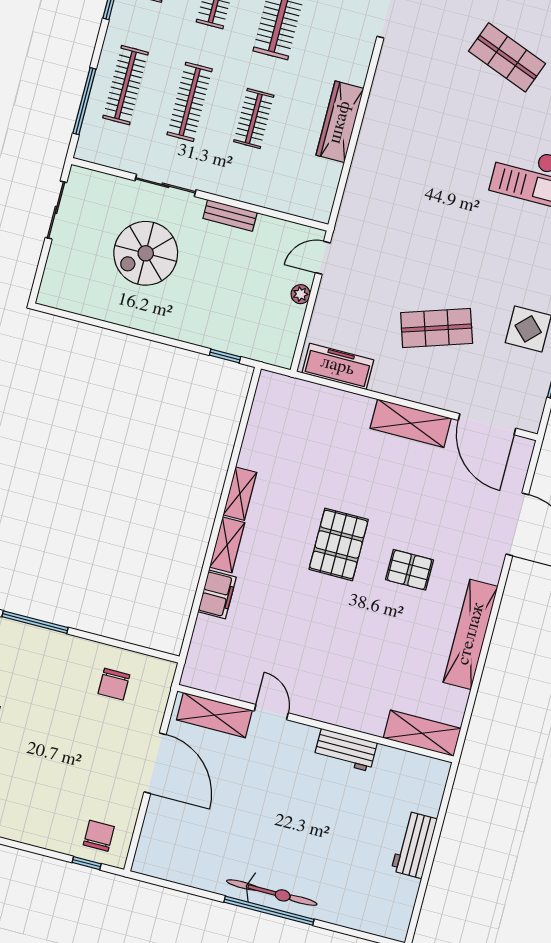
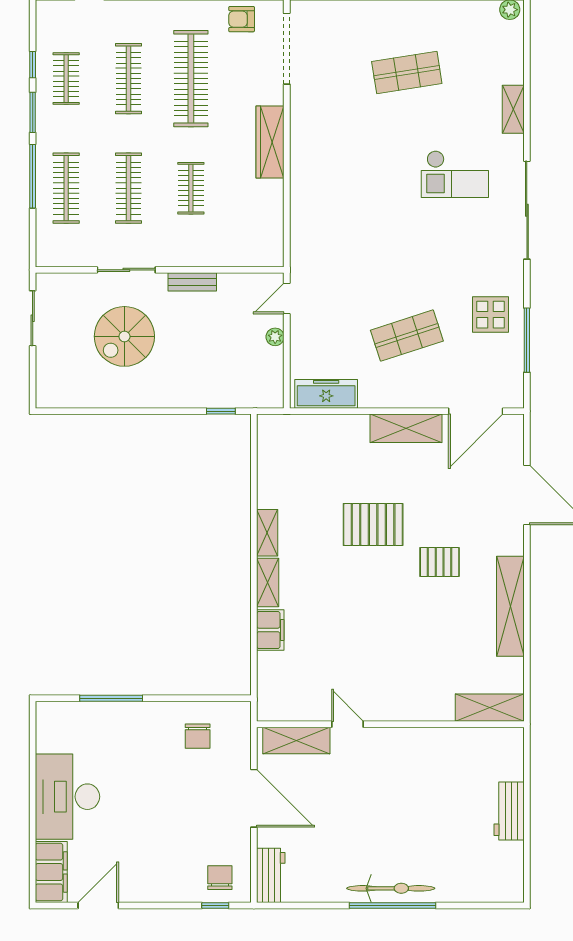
shop shelf: (507, 57) -> (407, 72), turned -30
window: (84, 101) -> (33, 176), moved
wardrobe: (340, 122) -> (270, 142), moved
door: (487, 424) -> (476, 411), hinge flipped
pallet: (339, 544) -> (373, 525), moved, turned 90
workbench: (346, 750) -> (271, 875), moved, turned -90

